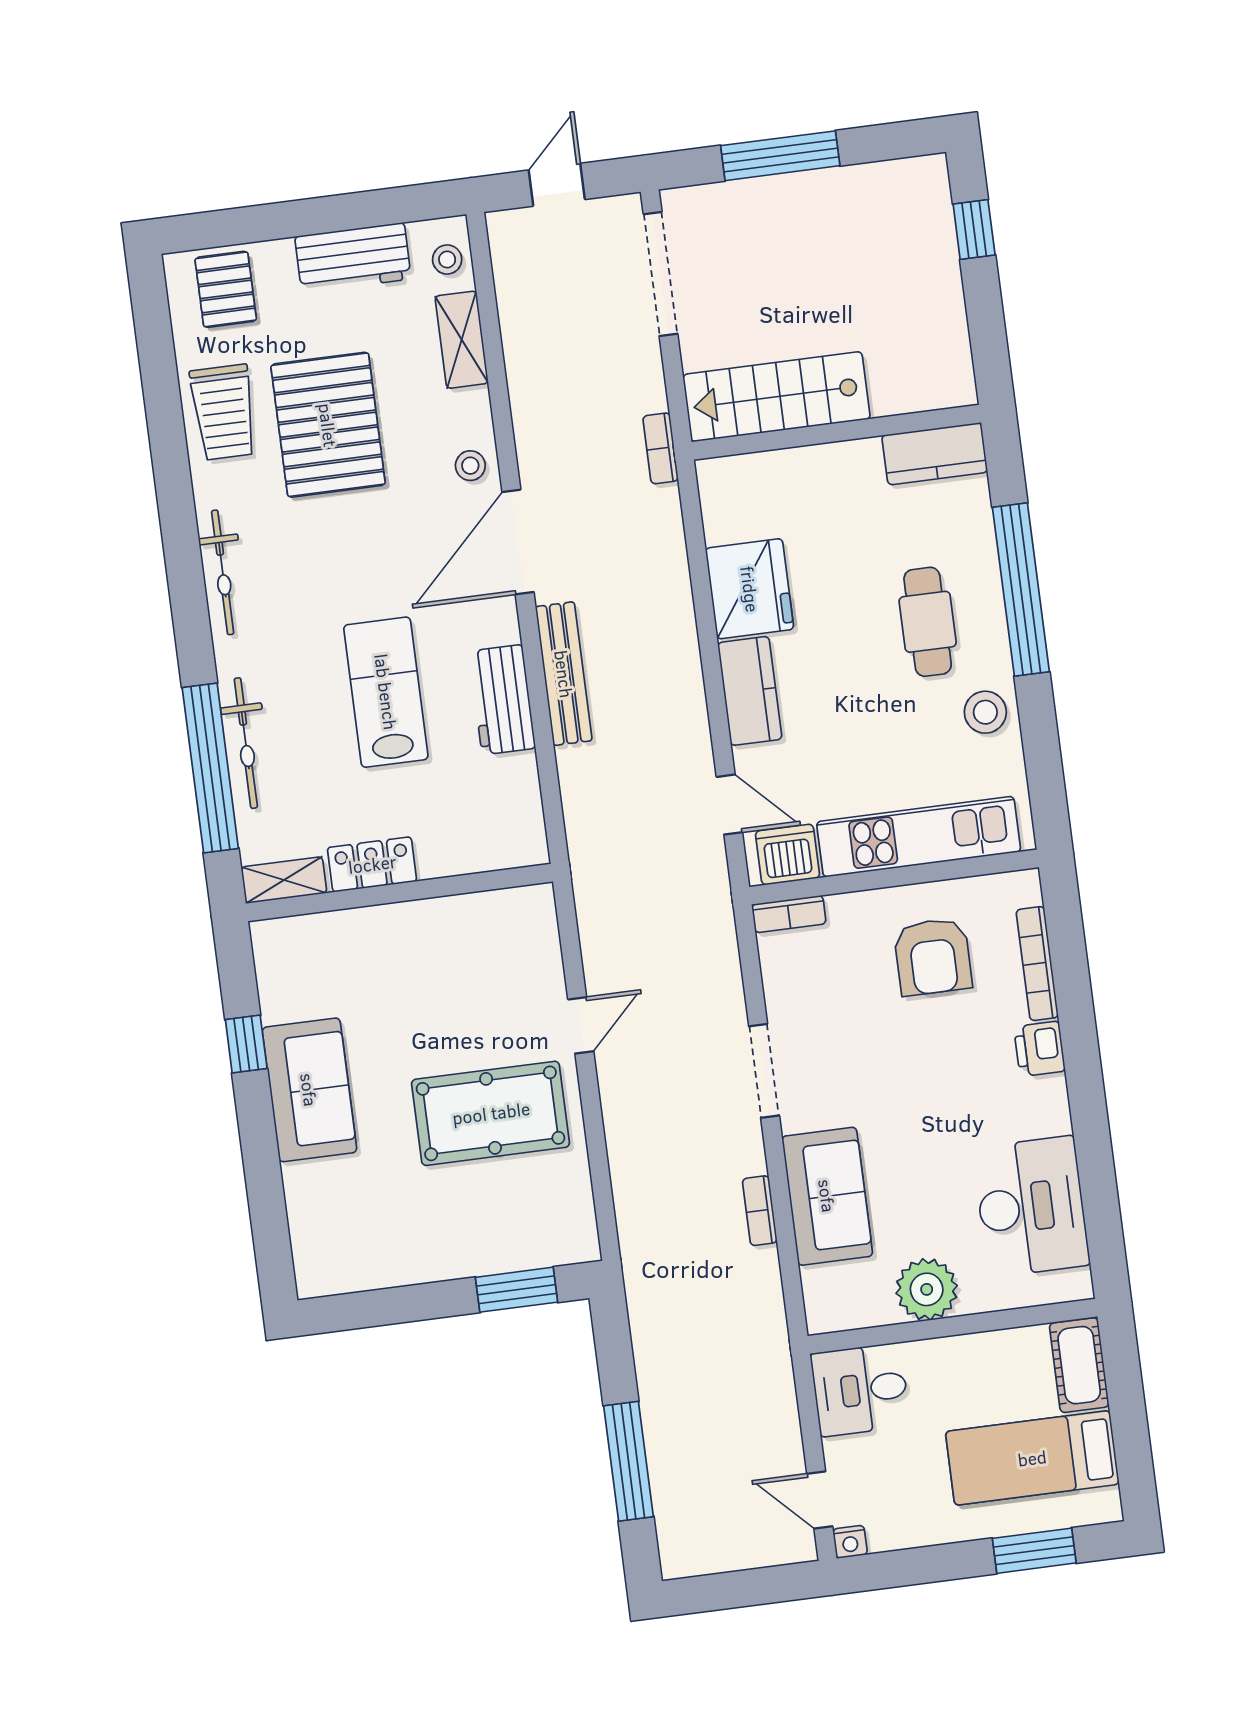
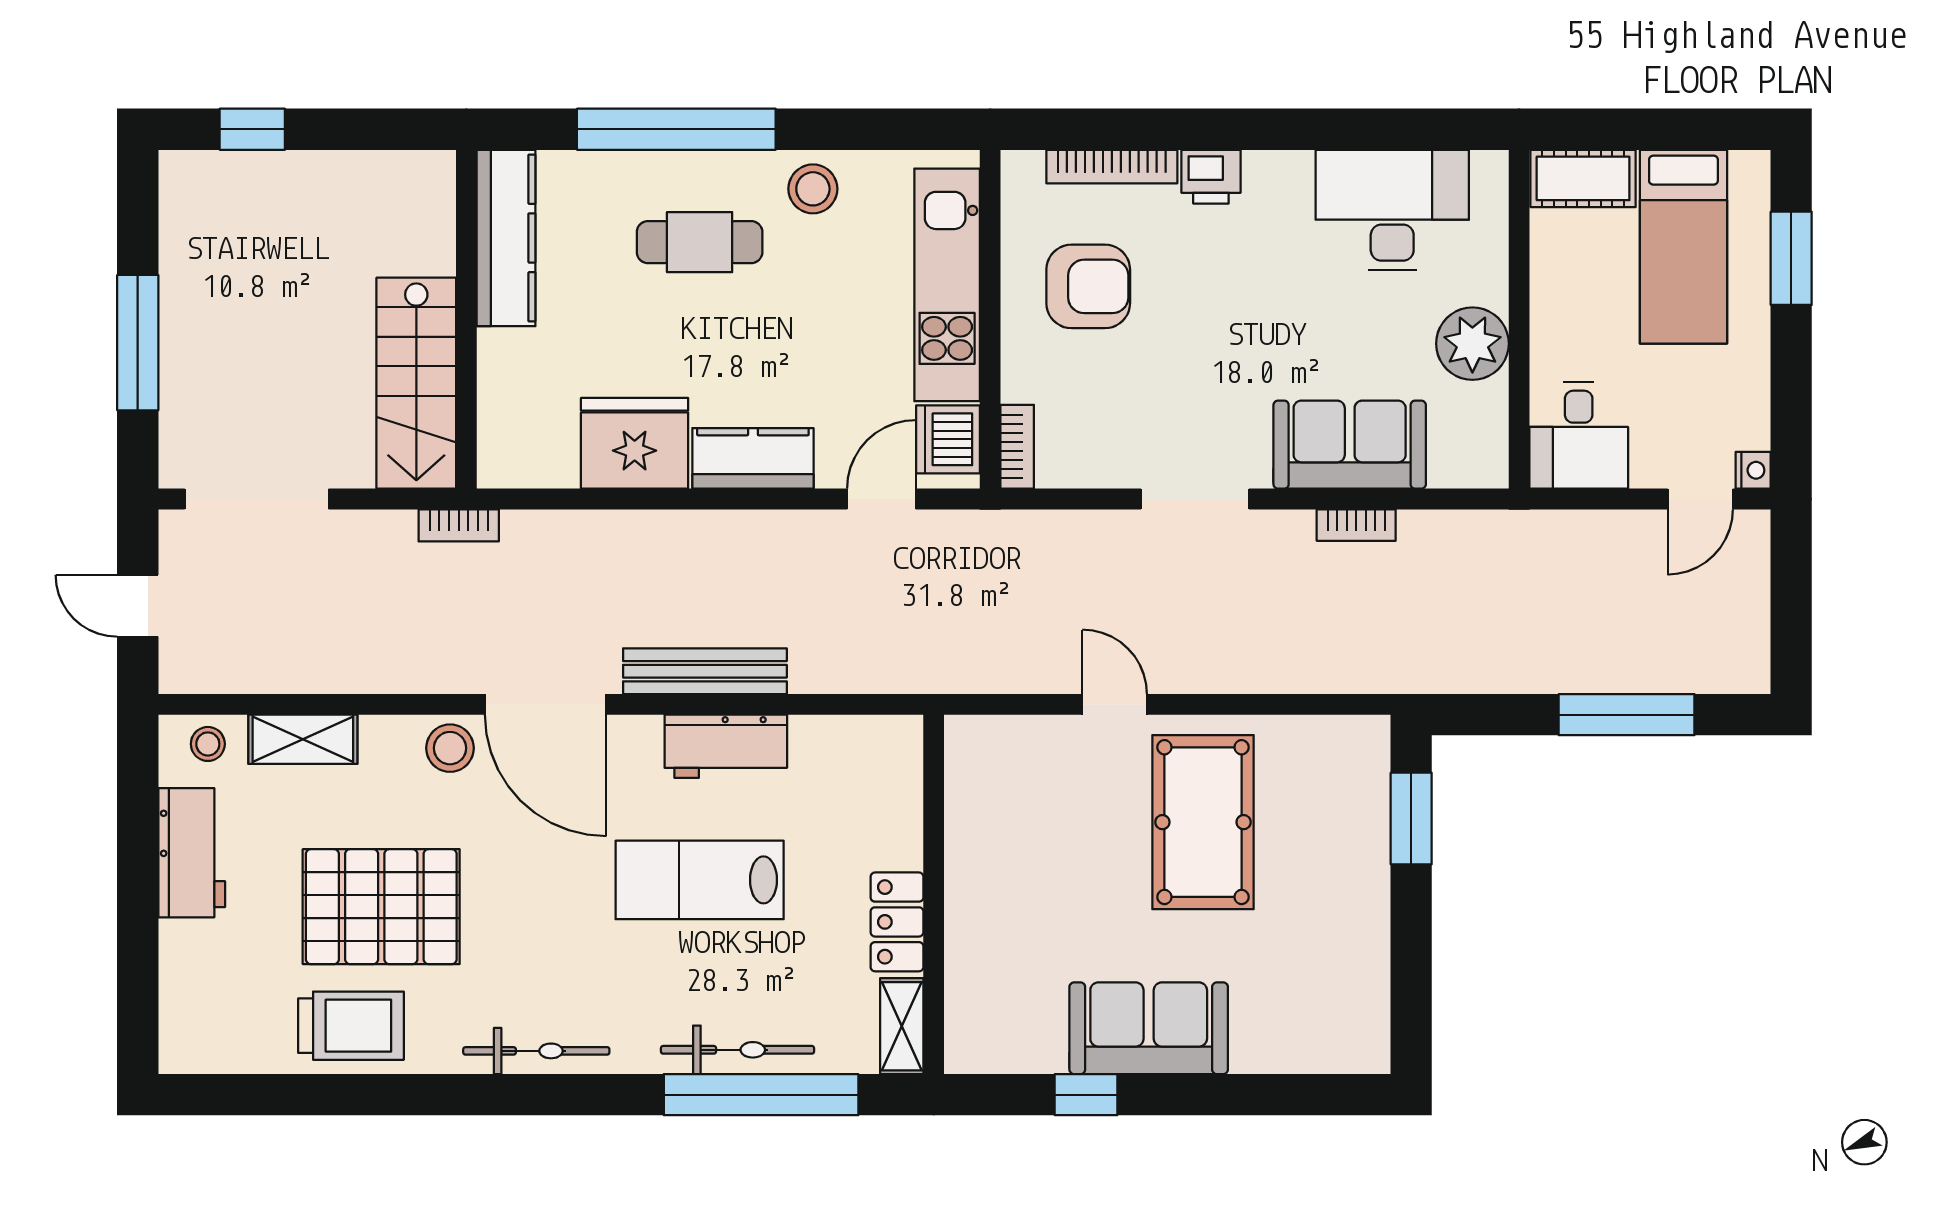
pallet: (226, 289) -> (209, 1005), removed
kitchen counter: (935, 454) -> (506, 238), width x1.50
stool: (470, 466) -> (450, 748), width x1.37, depth x1.37

